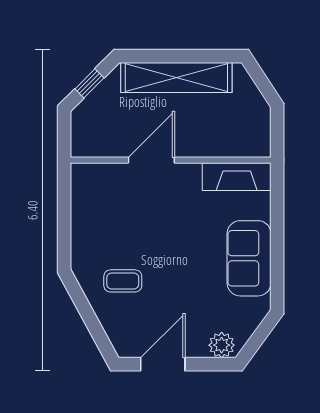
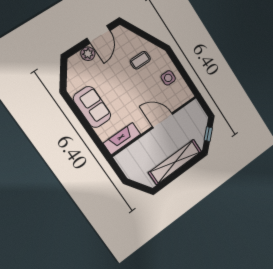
door: (151, 160) -> (163, 120), swing flipped
side table: (96, 222) -> (168, 78), added
plant: (222, 345) -> (88, 54), moved

